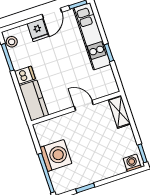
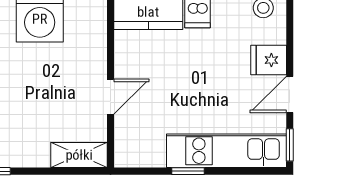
door: (52, 13) -> (290, 94), hinge flipped

